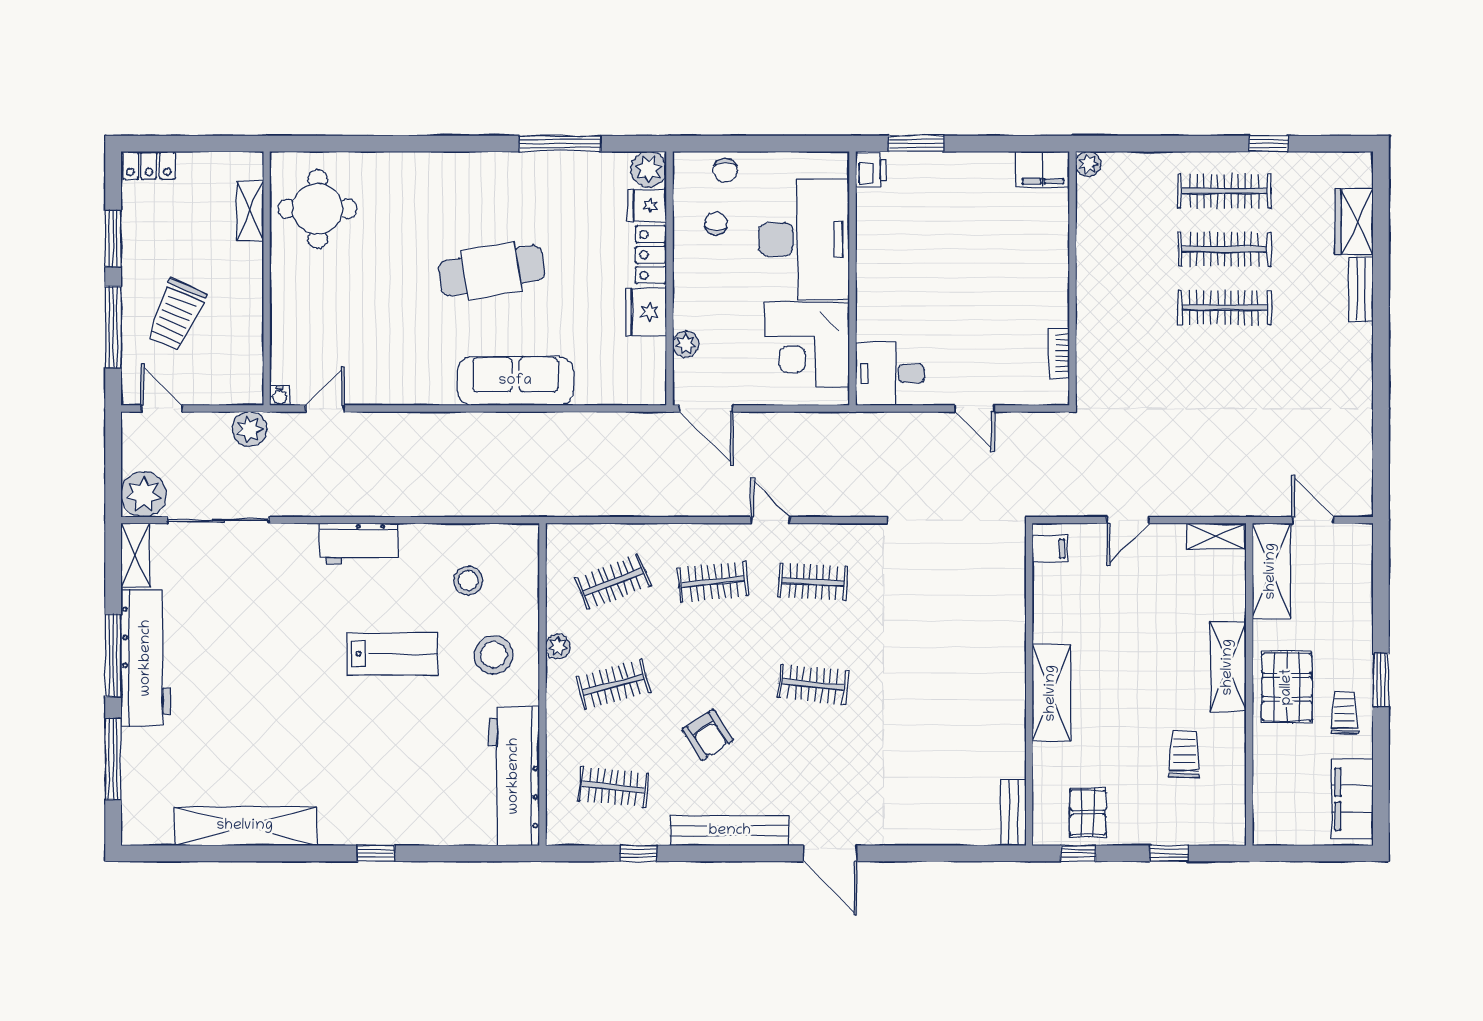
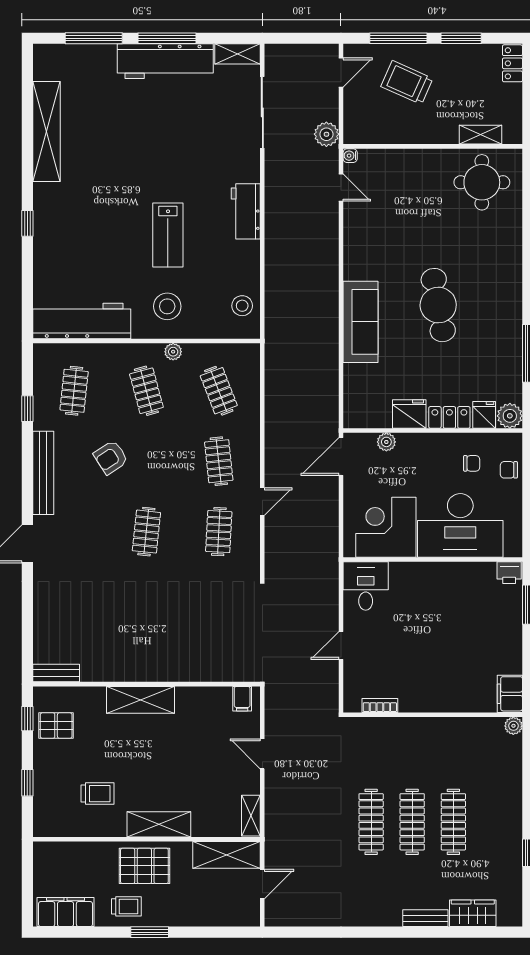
clothes rail: (1224, 191) -> (371, 822), moved
plant: (144, 494) -> (280, 60), removed
stool: (468, 581) -> (242, 306), moved

